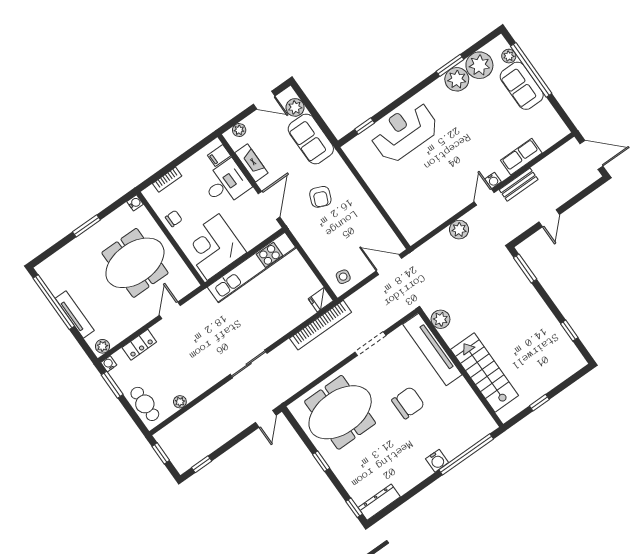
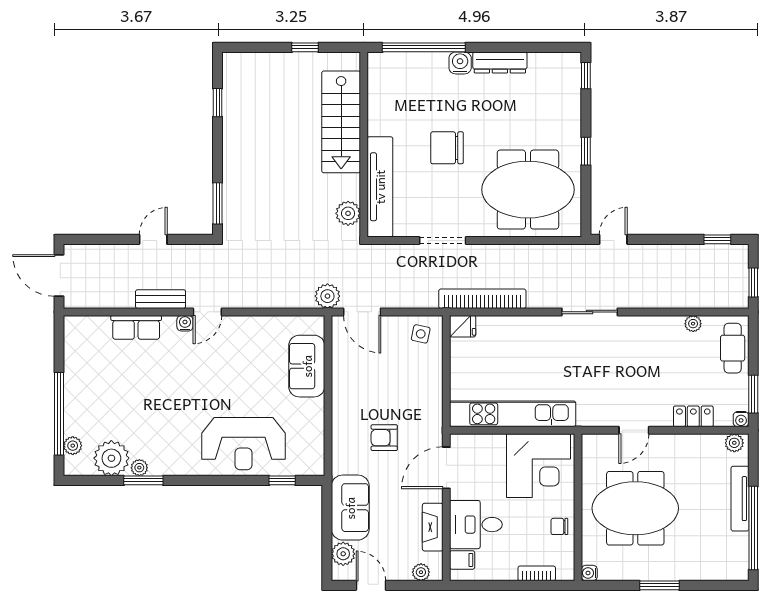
plant: (457, 79) -> (139, 468), width x0.53, depth x0.53
sofa: (522, 86) -> (307, 366), moved, turned 180
armchair: (320, 197) -> (384, 438), turned -113
plant: (459, 230) -> (327, 296), moved
dresser: (379, 502) -> (500, 62), moved

